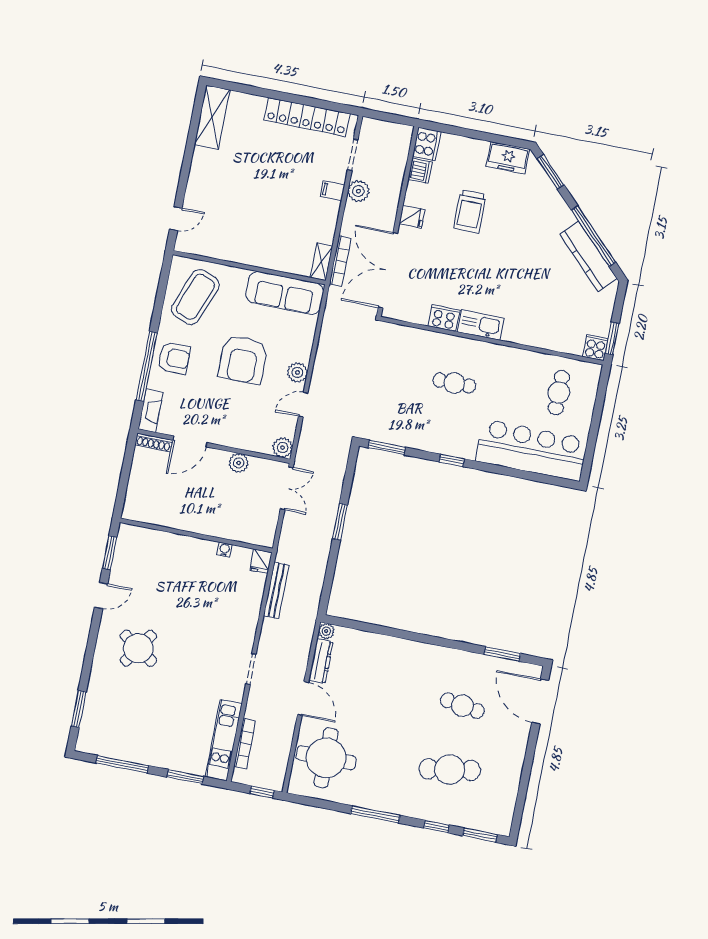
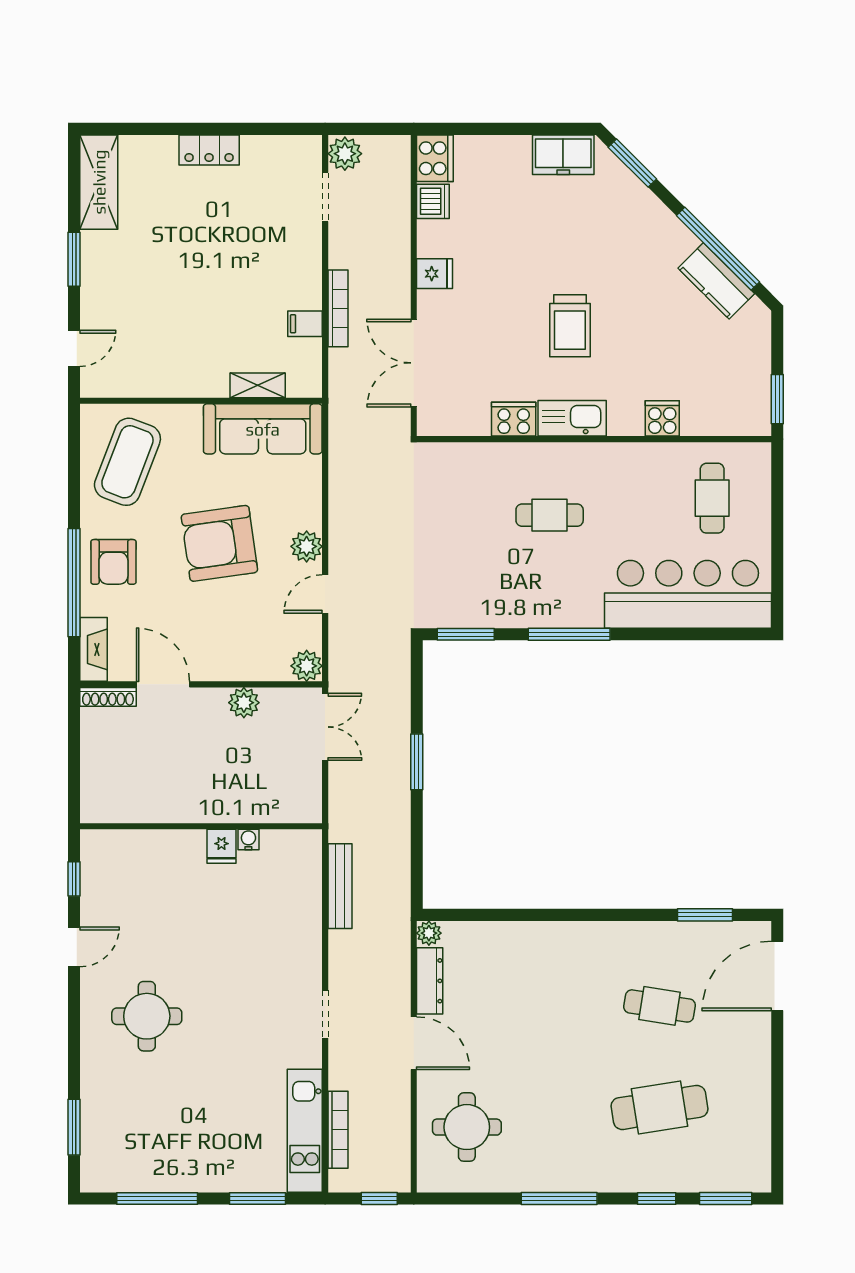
locker: (307, 117) -> (209, 150), width x0.46, depth x0.83
window: (187, 163) -> (74, 259), added
filing cabinet: (333, 191) -> (305, 324), moved
plant: (358, 191) -> (345, 154), moved
trolley: (470, 211) -> (570, 326), moved
kitchen counter: (588, 256) -> (716, 281), width x0.67
bookcase: (340, 261) -> (338, 308), moved
shelving: (321, 262) -> (258, 385), moved, turned 90
double door: (388, 270) -> (414, 363), width x0.73
cooker: (595, 348) -> (662, 418), moved
armchair: (174, 358) -> (113, 562), turned 90
armchair: (243, 360) -> (219, 543), turned 82
door: (190, 441) -> (163, 684), swing flipped
window: (452, 460) -> (569, 634), width x2.17
window: (110, 553) -> (74, 879), width x0.67
fridge: (261, 561) -> (221, 846), moved
round table: (138, 648) -> (147, 1016), turned -34
door: (540, 701) -> (777, 976), hinge flipped
round table: (326, 758) -> (467, 1127), width x0.73, depth x0.73

